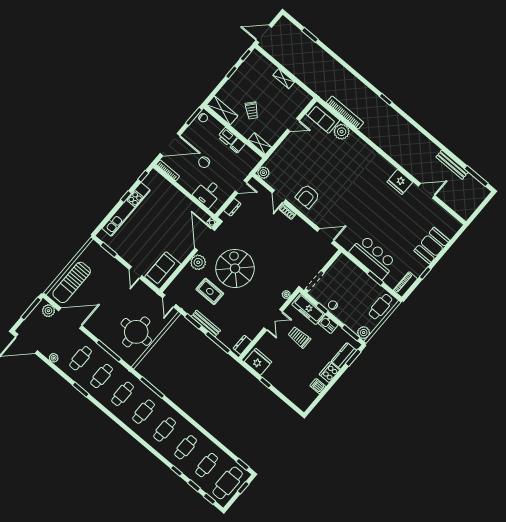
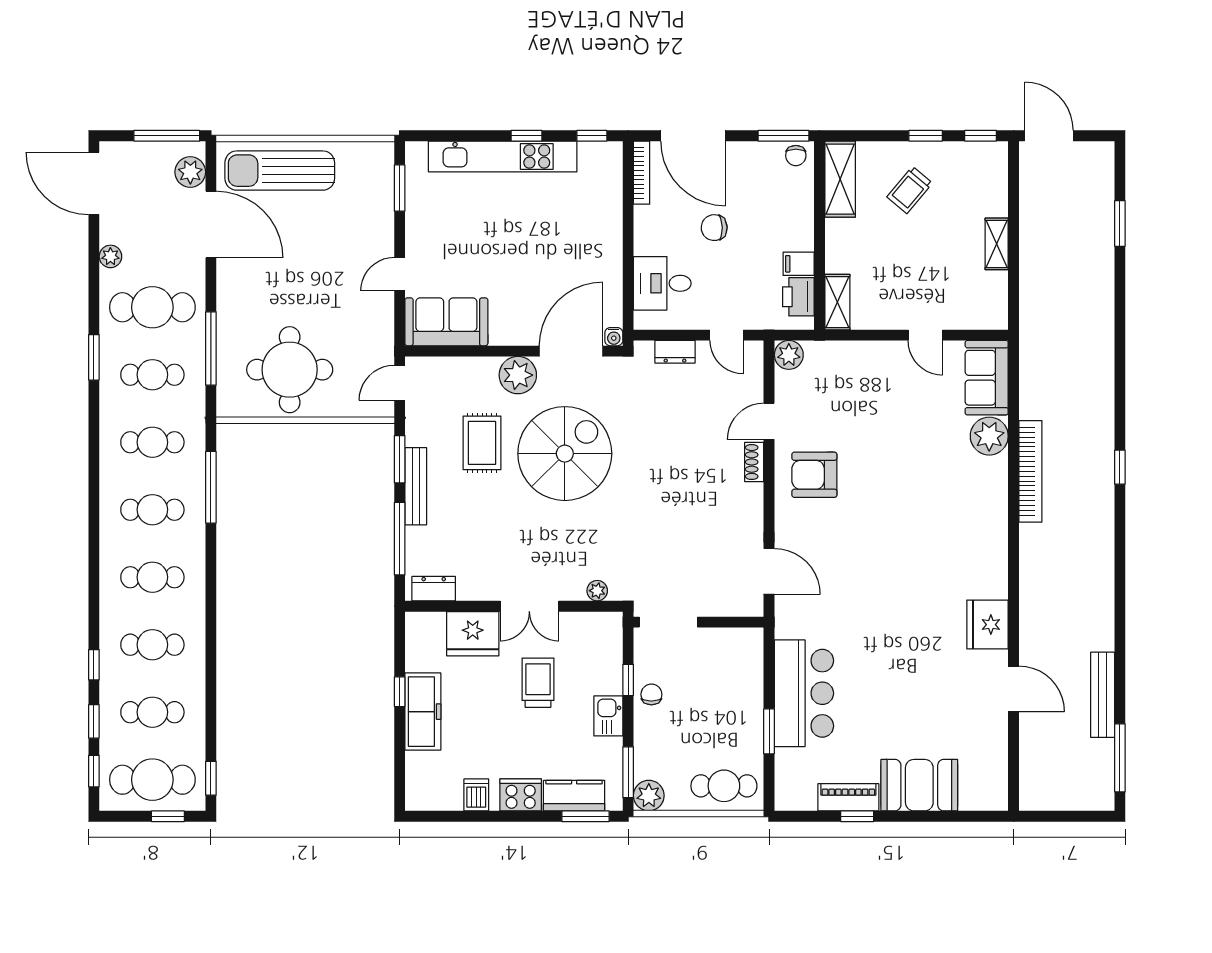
trolley: (252, 110) -> (910, 190), moved
bookcase: (345, 113) -> (1030, 471), moved
printer: (227, 137) -> (798, 297), moved
piano: (405, 284) -> (848, 797), moved
freezer: (308, 309) -> (423, 712), moved, turned 180
cafe table: (81, 358) -> (152, 307), width x1.37, depth x1.35
fridge: (258, 362) -> (473, 634), moved, turned 90

